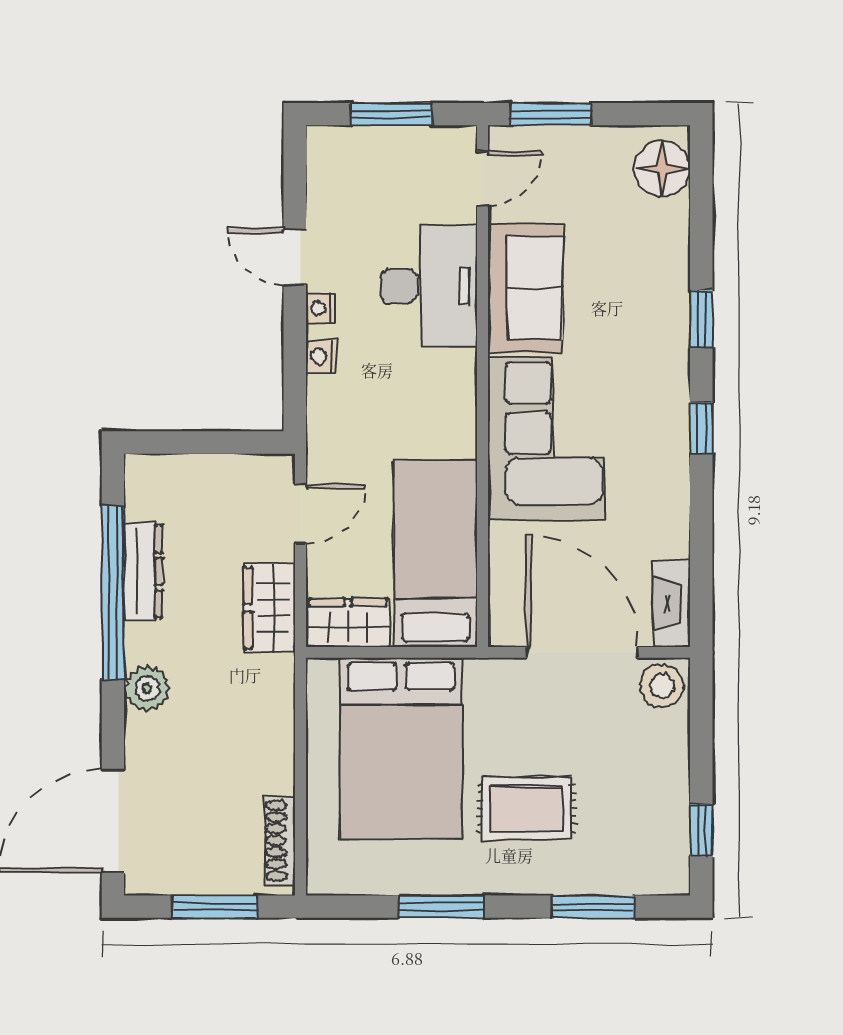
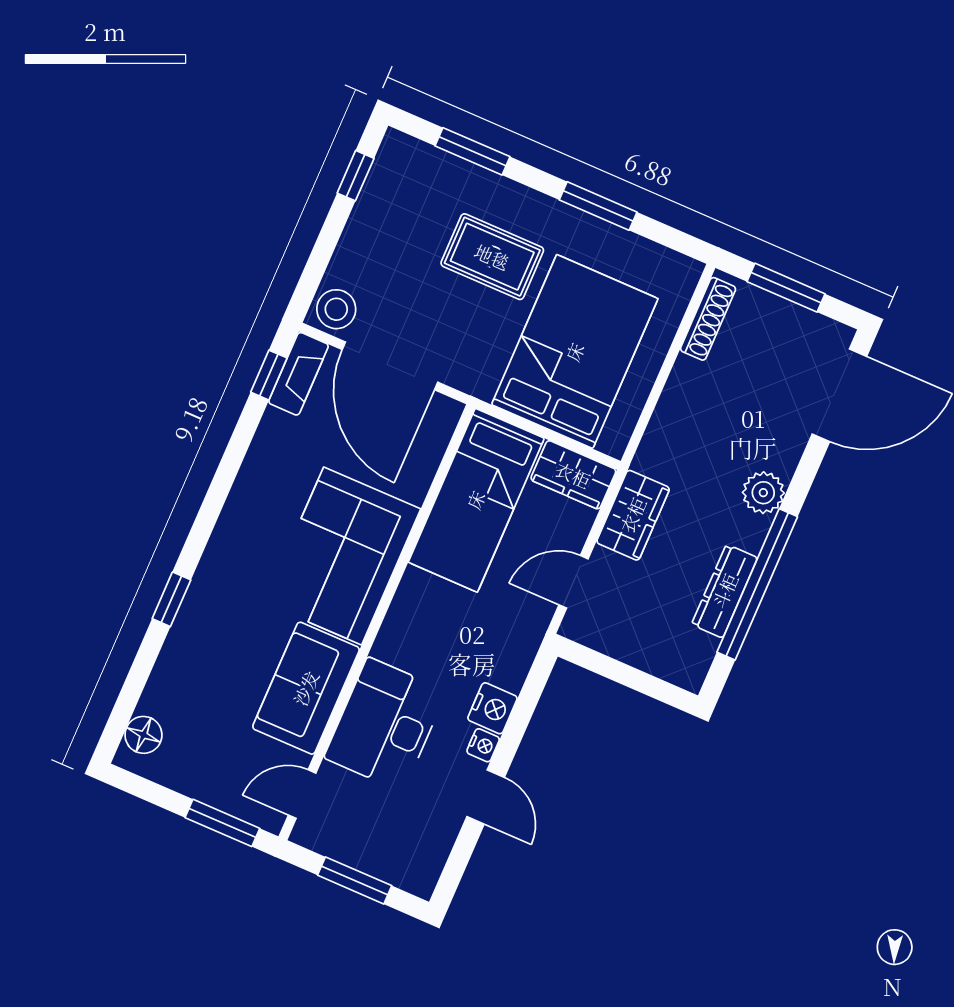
floor lamp: (662, 169) -> (143, 735), width x0.73, depth x0.73
nightstand: (322, 356) -> (492, 708), width x1.39, depth x1.35
window: (701, 428) -> (269, 375), moved

